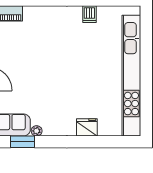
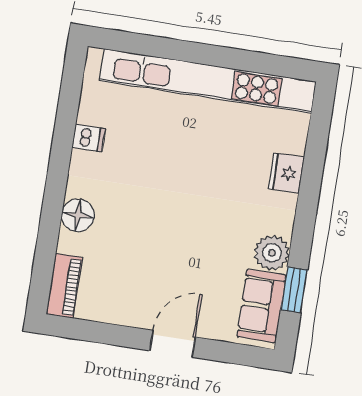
floor lamp: (45, 15) -> (78, 215), added
plant: (37, 131) -> (272, 253), width x1.87, depth x1.87

